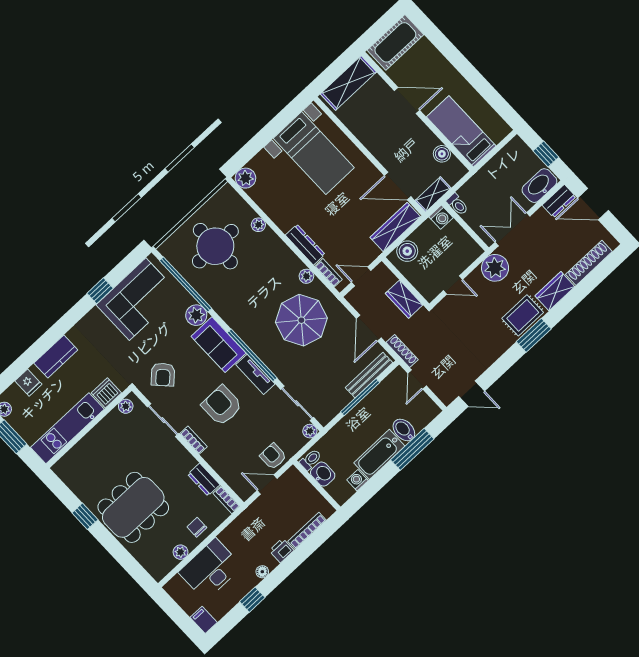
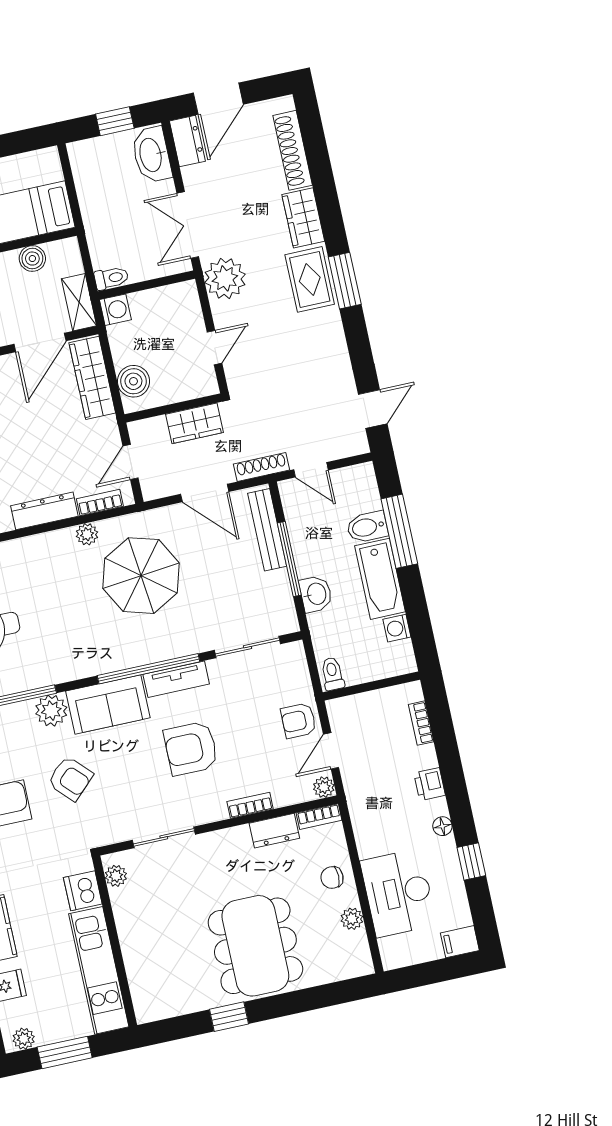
armchair: (163, 375) -> (70, 778), moved
plant: (310, 431) -> (324, 787), moved
bookcase: (193, 440) -> (250, 805), moved
washbasin: (323, 474) -> (316, 594), moved, turned 90
bookcase: (307, 531) -> (421, 723), width x0.64

